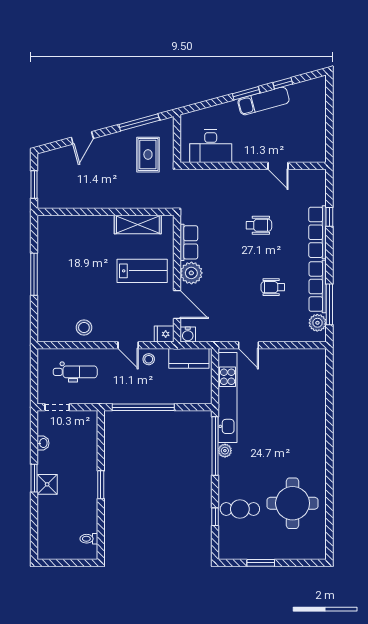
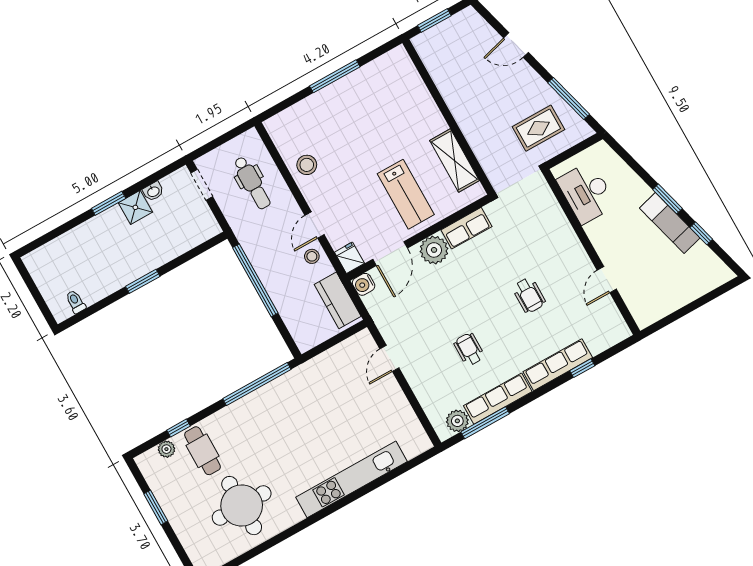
kitchen unit: (228, 398) -> (352, 479), moved, turned 180
plant: (225, 451) -> (166, 449), moved
shower: (47, 484) -> (135, 207), moved

